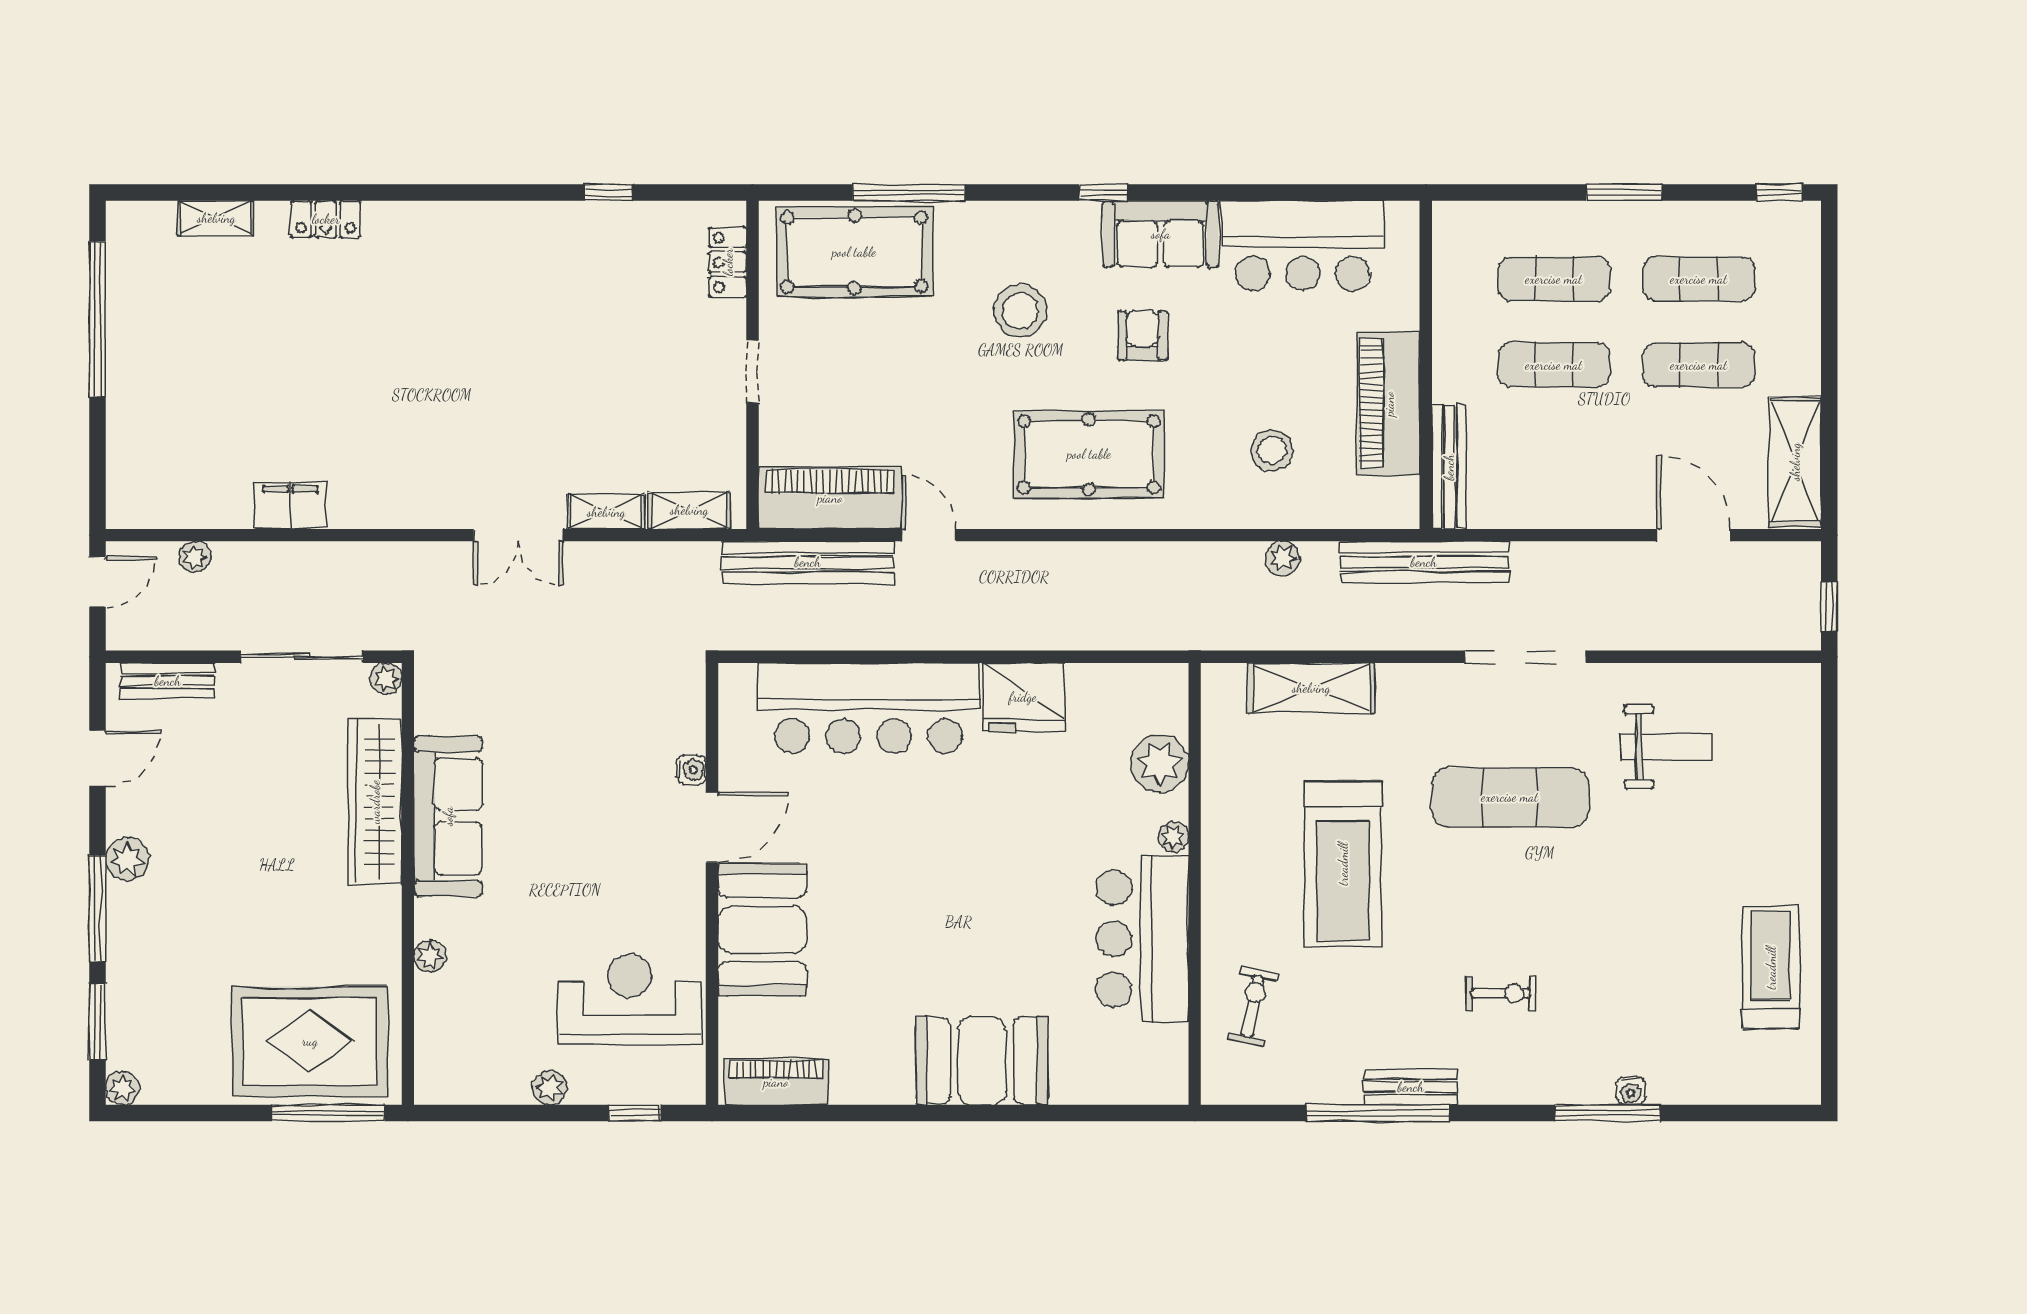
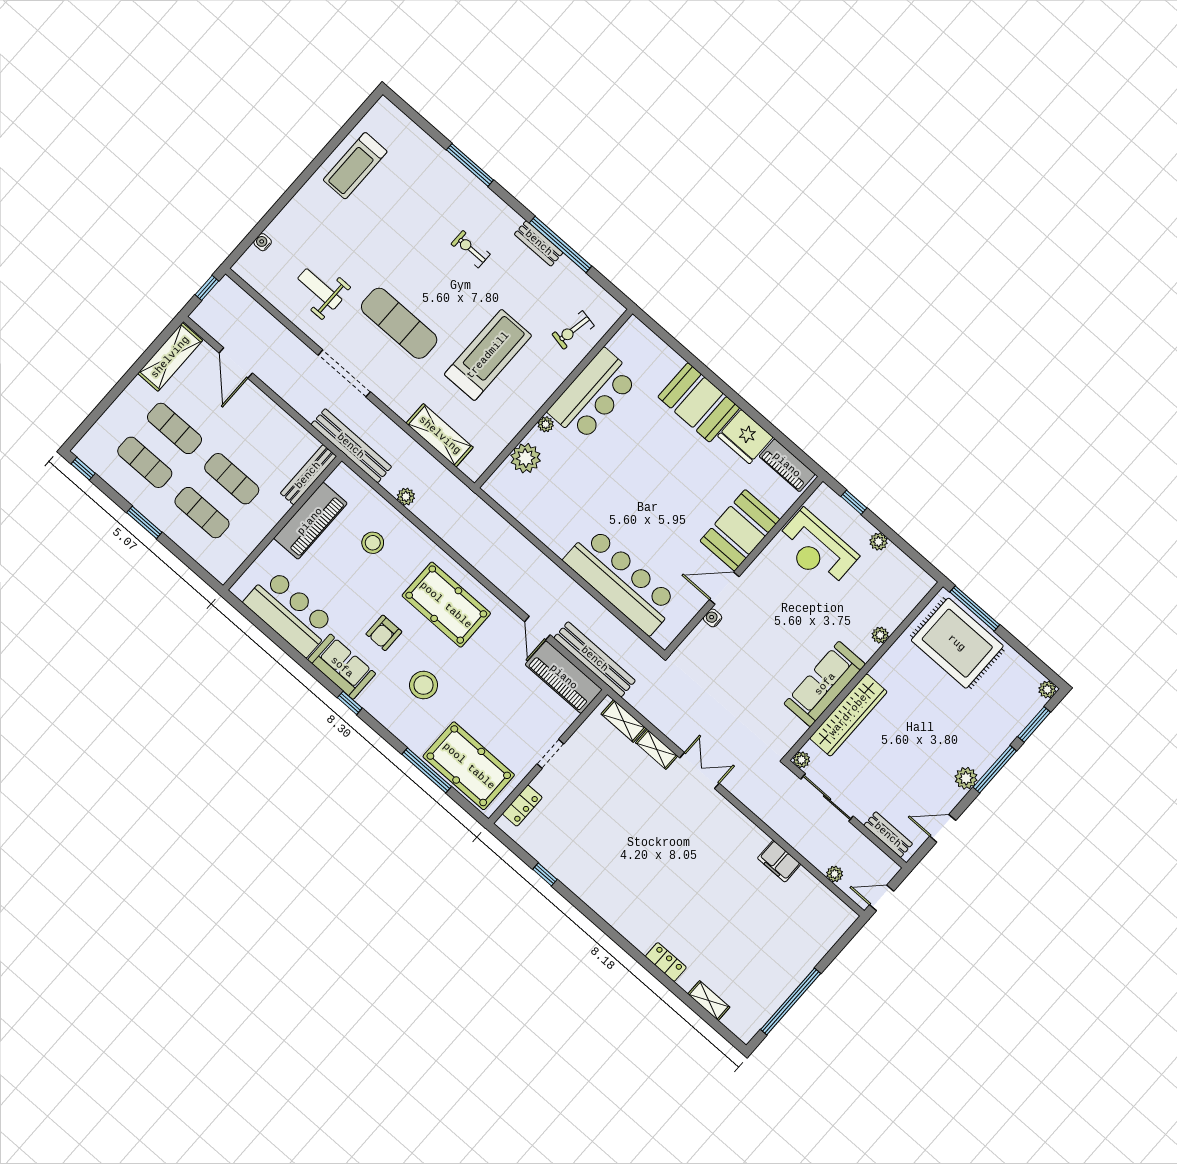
fridge: (1023, 697) -> (745, 437), moved, turned 180
water cooler: (1631, 1091) -> (263, 242), moved, turned -90

